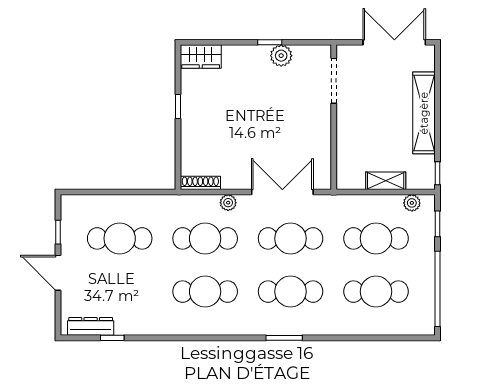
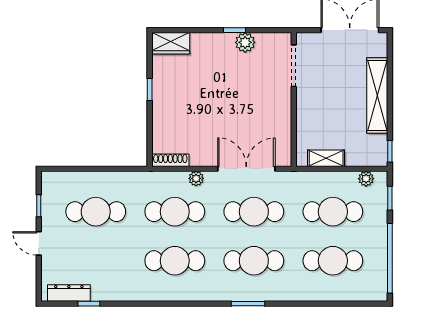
shelving: (386, 181) -> (326, 158), moved
door: (58, 273) -> (39, 243), width x0.73

